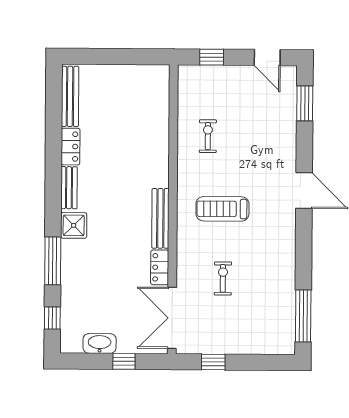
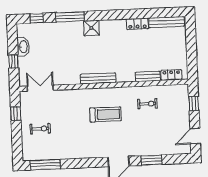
window: (305, 103) -> (151, 160), moved
bench: (69, 188) -> (148, 76), moved
treadmill: (222, 209) -> (105, 114), turned 90
locker: (160, 267) -> (171, 75), moved
exercise bike: (223, 278) -> (40, 129), moved
double door: (172, 318) -> (40, 88), width x0.73

